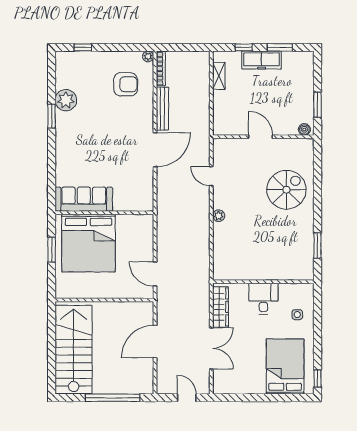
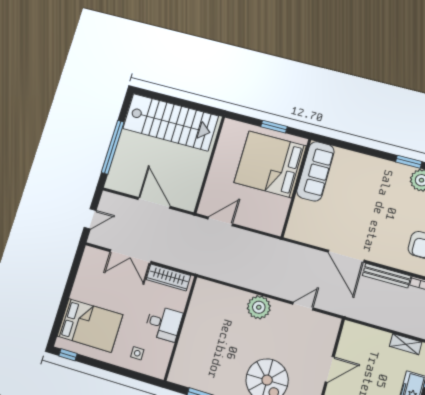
plant: (219, 216) -> (259, 307), width x1.88, depth x1.88

